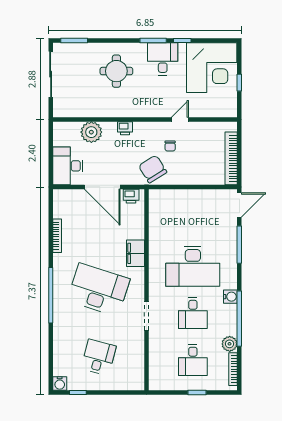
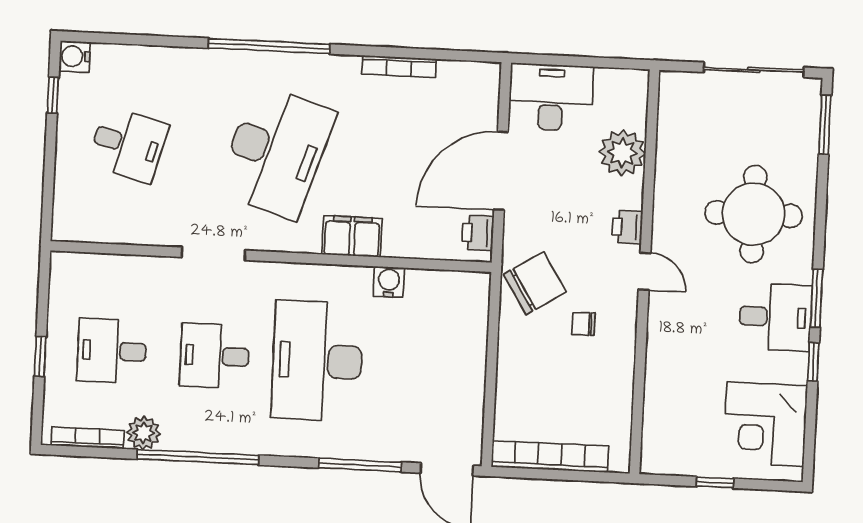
corner desk: (212, 68) -> (765, 424), width x0.74, depth x0.74
round table: (116, 71) -> (754, 214), width x1.36, depth x1.36
door: (180, 119) -> (645, 271), moved
water cooler: (230, 297) -> (389, 282), moved, turned 180

